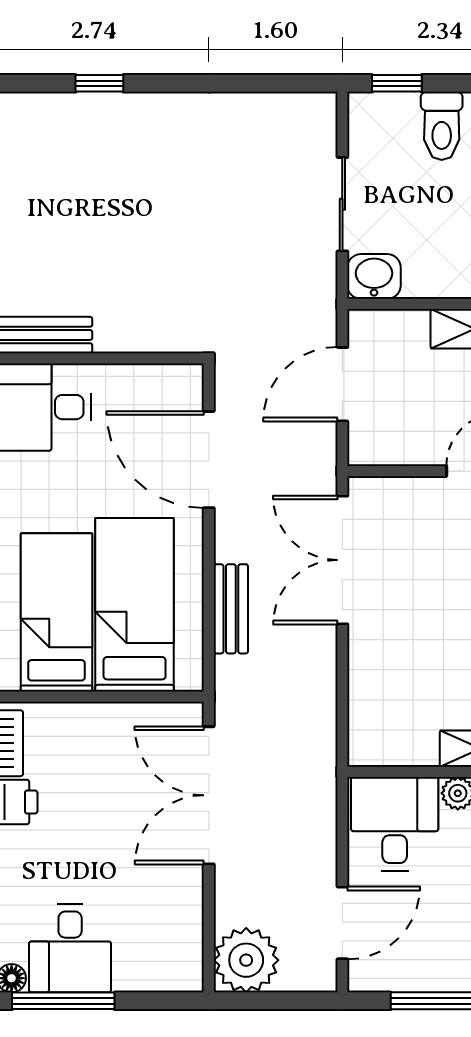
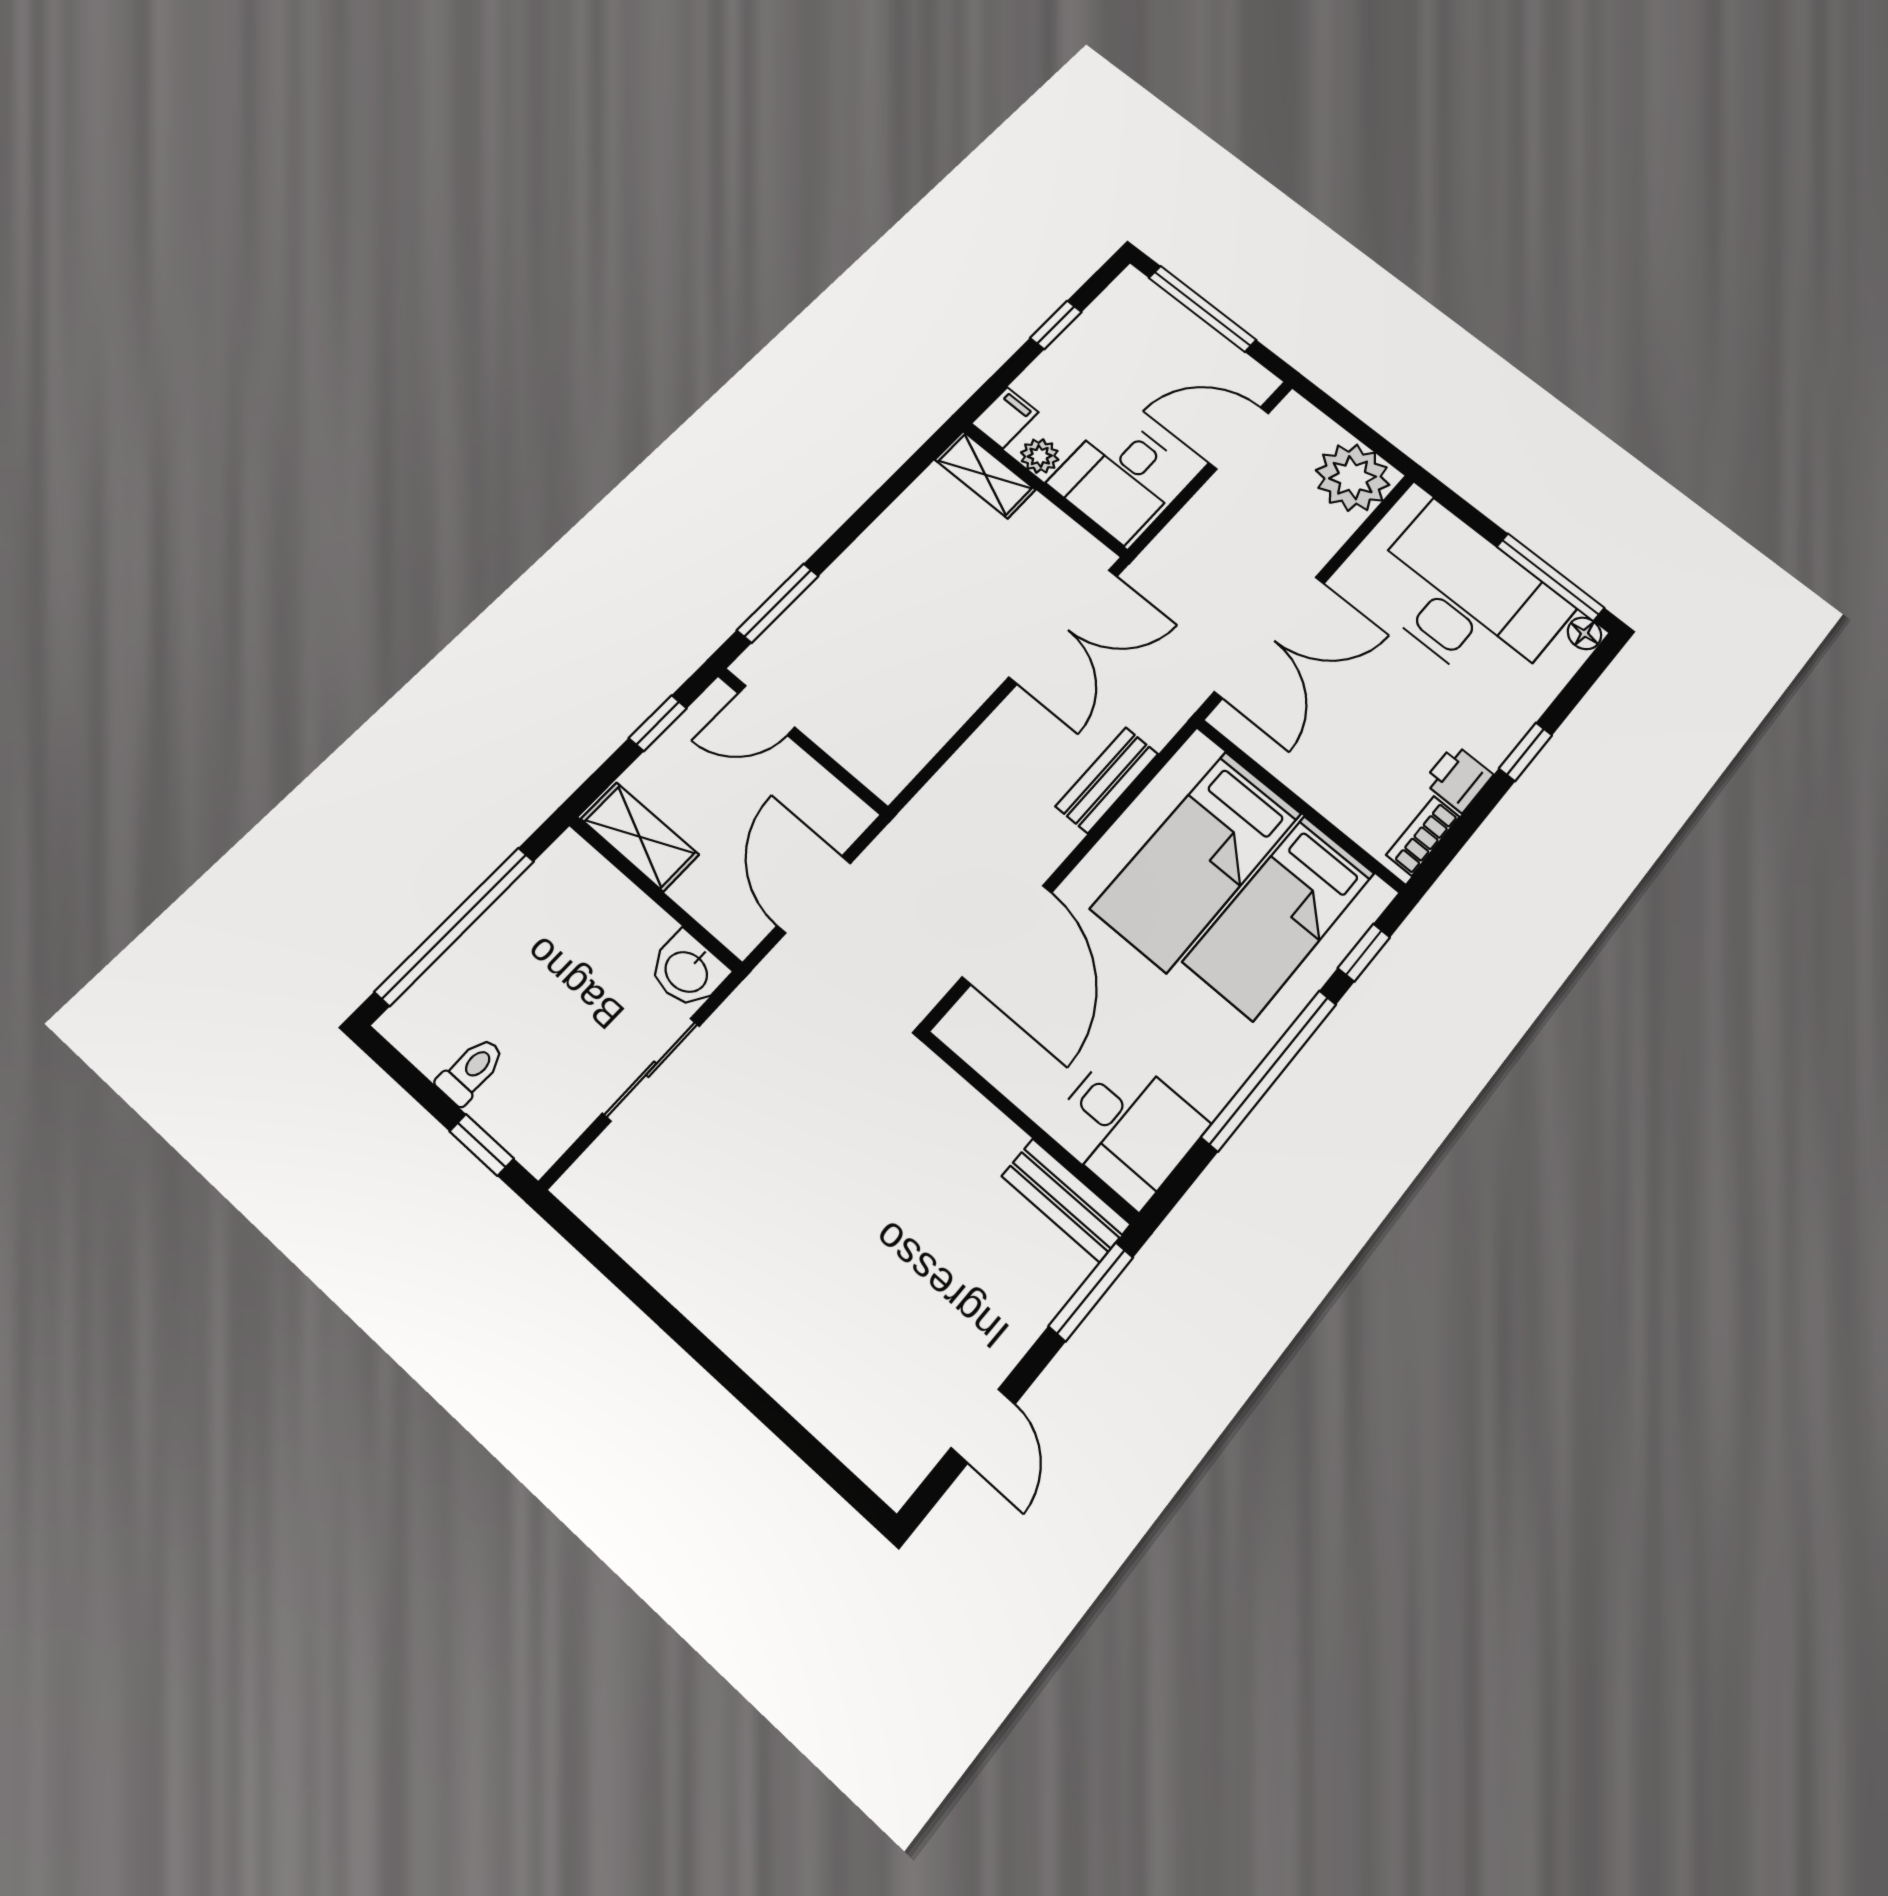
window: (99, 83) -> (781, 1423), removed
toilet: (442, 126) -> (471, 1071), width x0.73, depth x0.72
door: (342, 384) -> (814, 894), swing flipped
double door: (342, 560) -> (1063, 626), moved
desk: (70, 948) -> (1466, 599), width x1.87, depth x1.30

